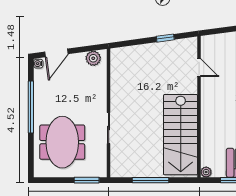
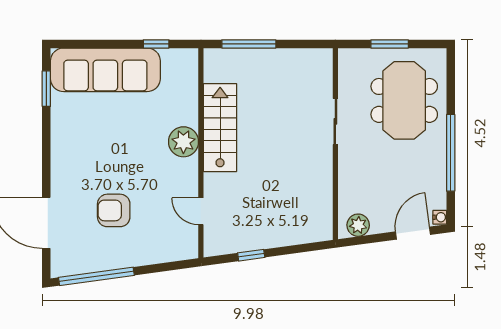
stairs: (181, 135) -> (220, 128), width x0.73, depth x0.66
plant: (206, 172) -> (183, 142), moved, width x1.87, depth x1.87
window: (87, 180) -> (390, 44), moved
window: (150, 180) -> (249, 44), moved

